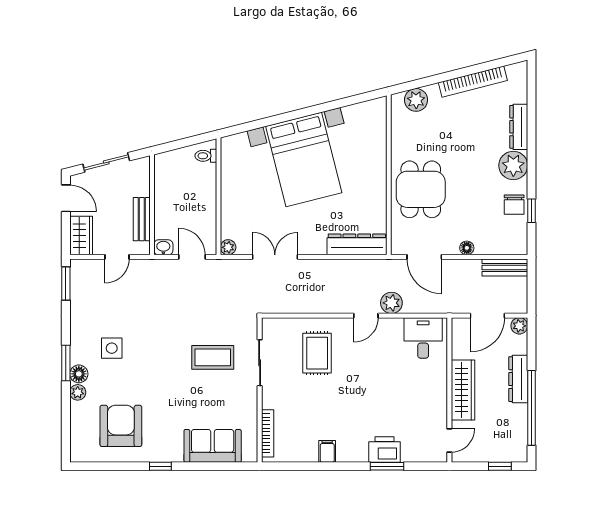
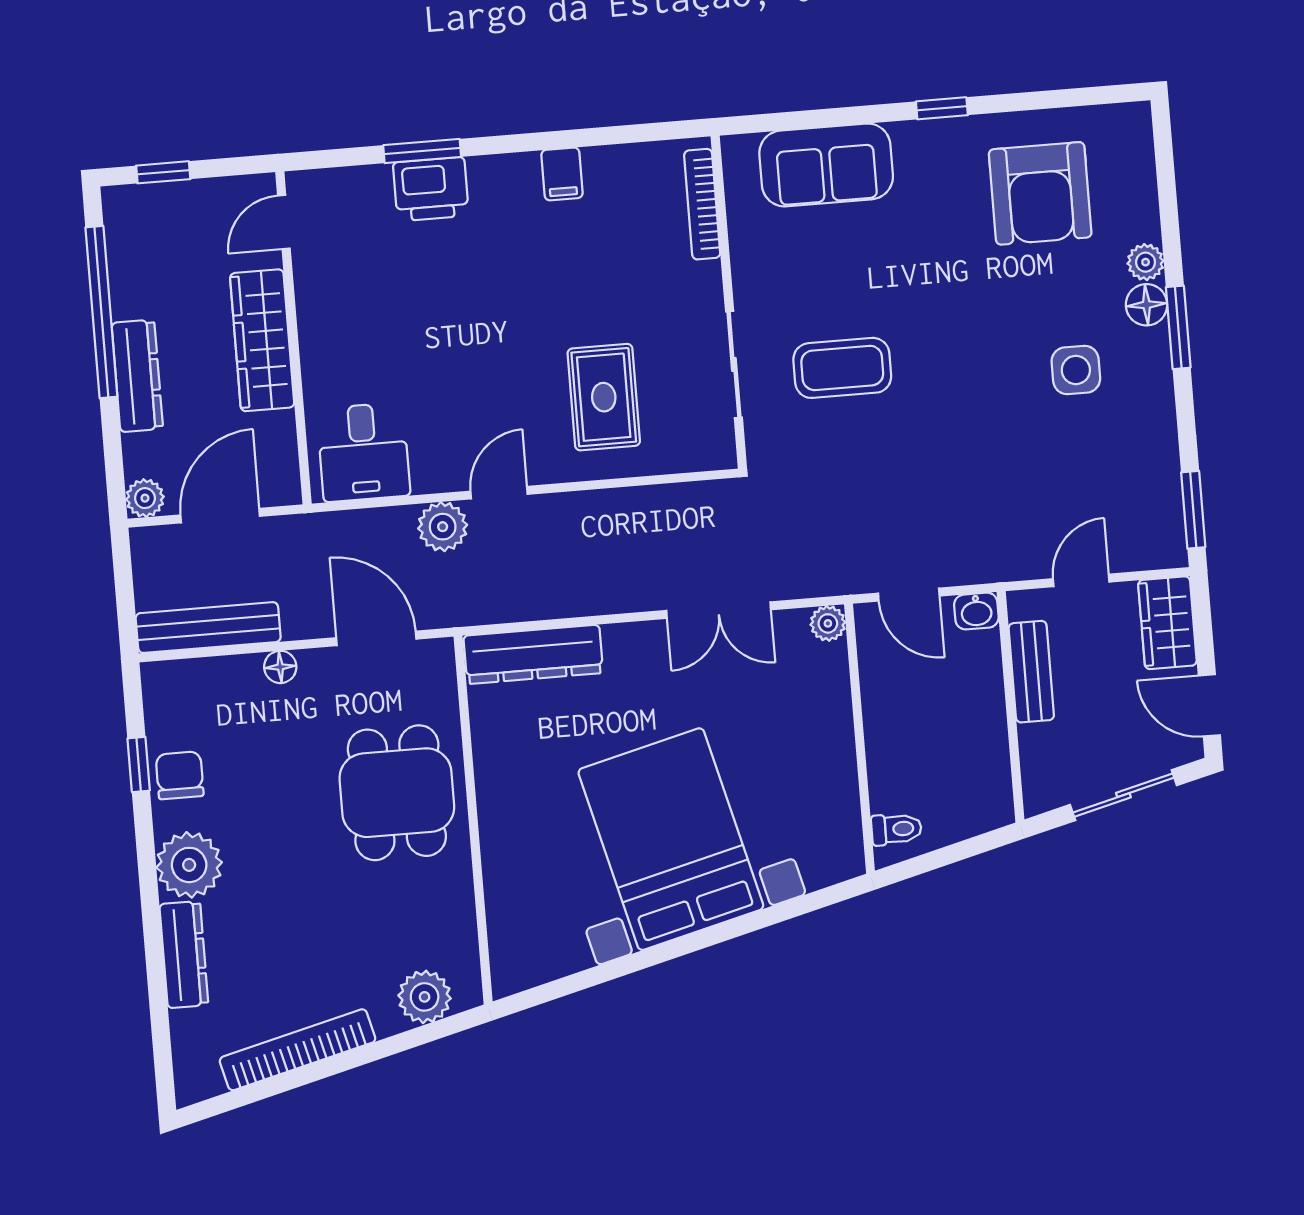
bench: (505, 268) -> (208, 628), width x1.36

